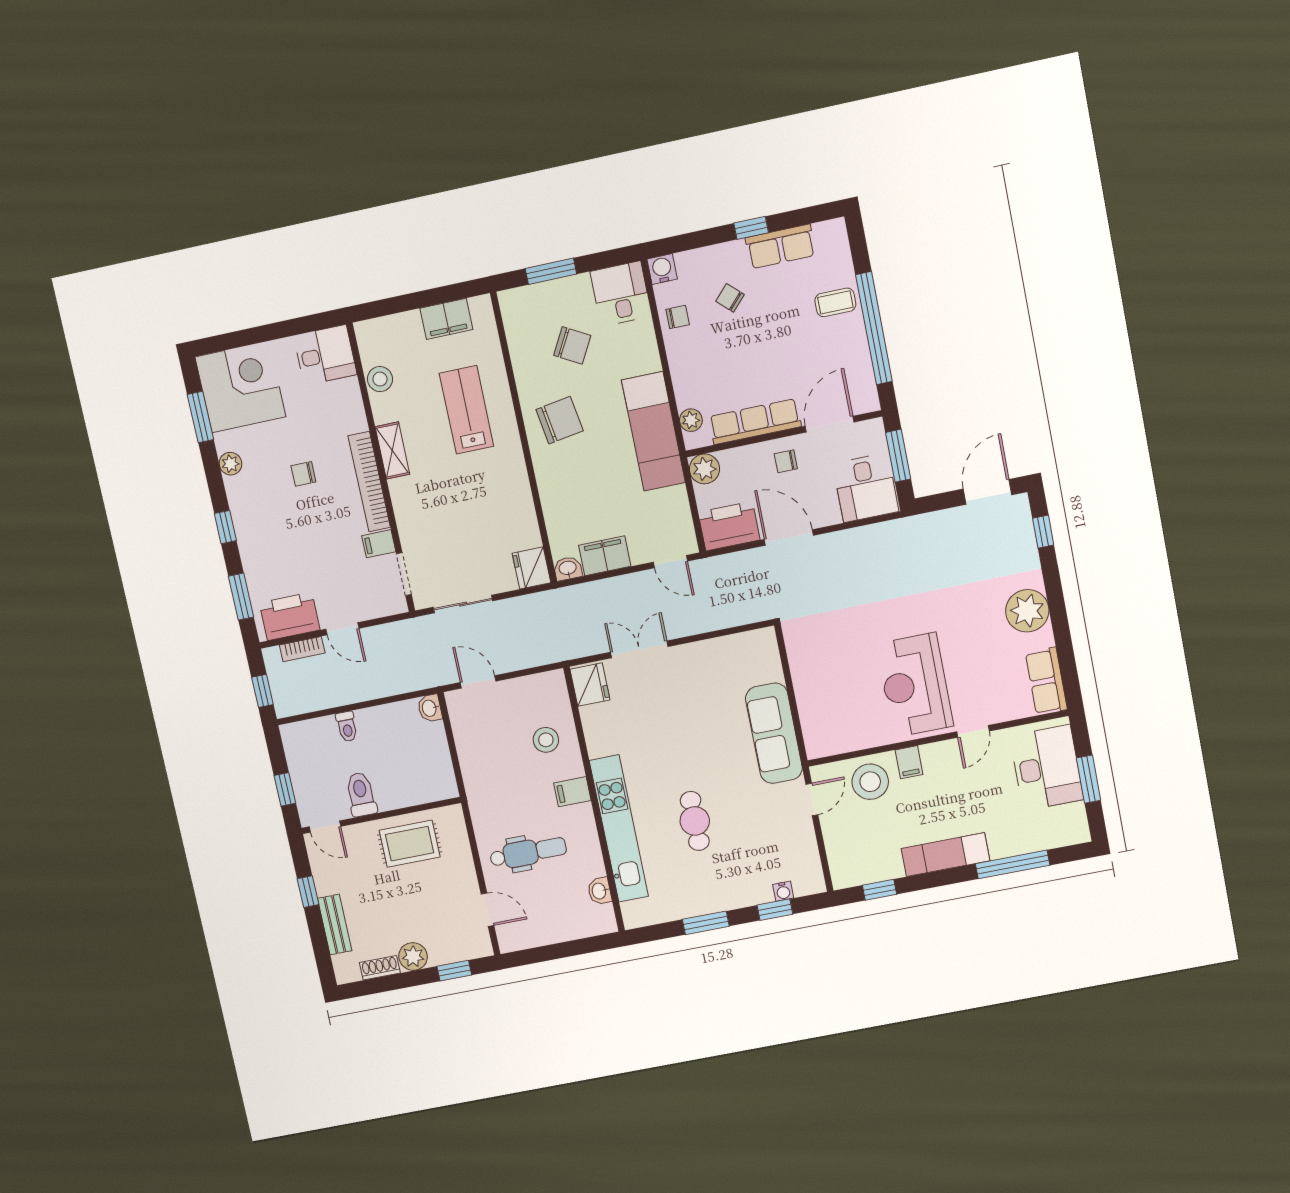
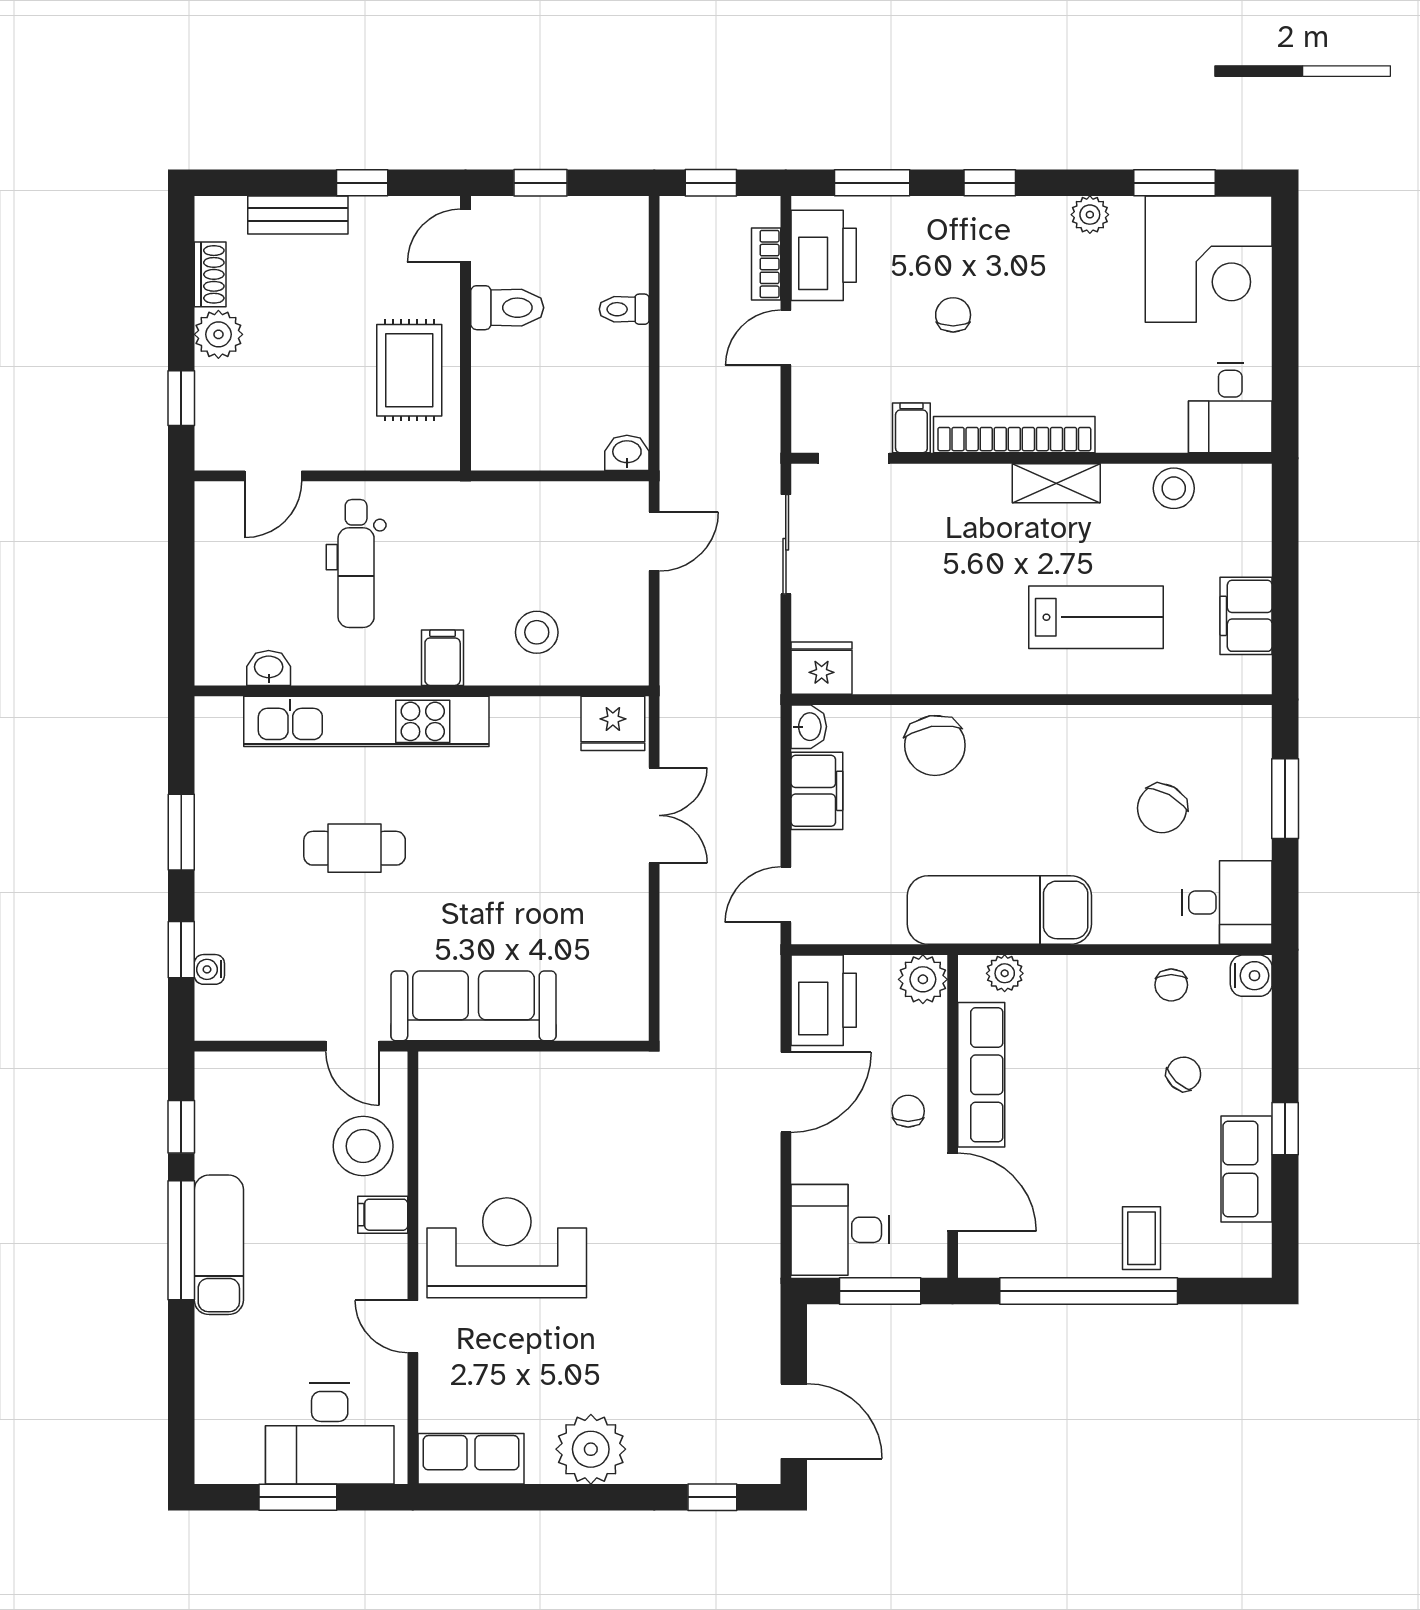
chair: (560, 420) -> (935, 745), moved
chair: (303, 474) -> (953, 315), moved
window: (1013, 864) -> (181, 1240), moved

